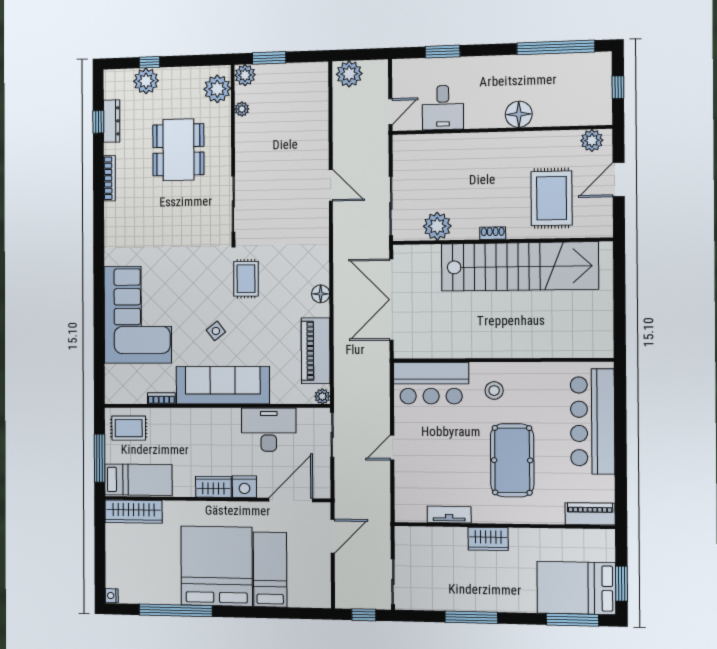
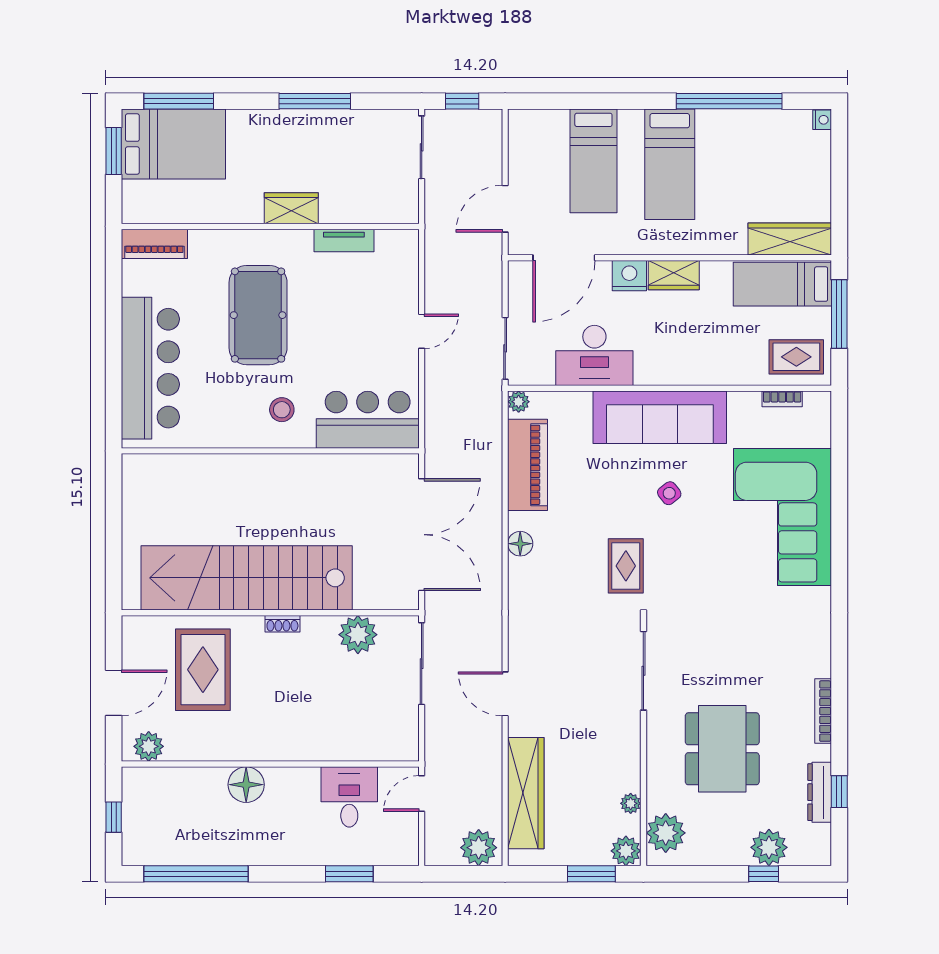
wardrobe: (316, 114) -> (526, 793), added
bookcase: (161, 398) -> (782, 399), moved
bed: (217, 566) -> (670, 164), width x0.49

